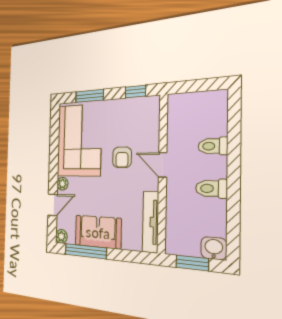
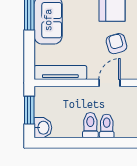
toilet: (213, 146) -> (107, 126), moved
armchair: (122, 157) -> (116, 44), turned 74

